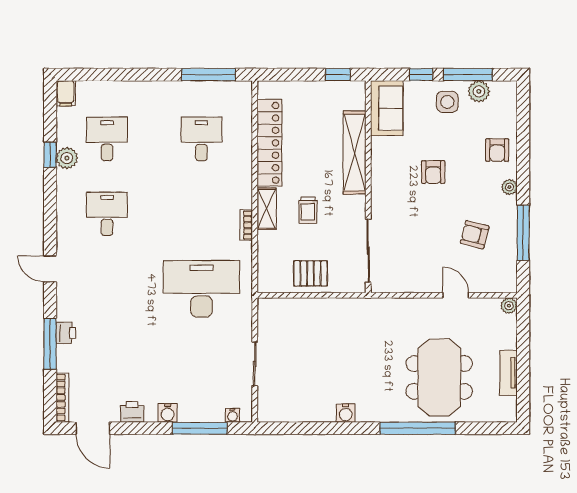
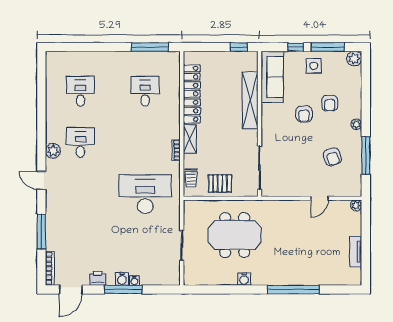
plant: (479, 91) -> (354, 59), moved
filing cabinet: (66, 93) -> (52, 60), removed
sofa: (387, 108) -> (272, 77), width x1.36
armchair: (497, 150) -> (330, 103), moved
window: (50, 155) -> (41, 102), removed
plant: (67, 158) -> (53, 151), moved
trolley: (308, 210) -> (191, 178), moved
armchair: (475, 235) -> (332, 157), turned -122
door: (456, 295) -> (319, 198), swing flipped
printer: (66, 333) -> (52, 224), removed
meeting table: (439, 377) -> (235, 235), moved, turned 90
water cooler: (233, 415) -> (134, 281), moved
door: (93, 428) -> (71, 290), hinge flipped
window: (200, 428) -> (123, 290), moved

